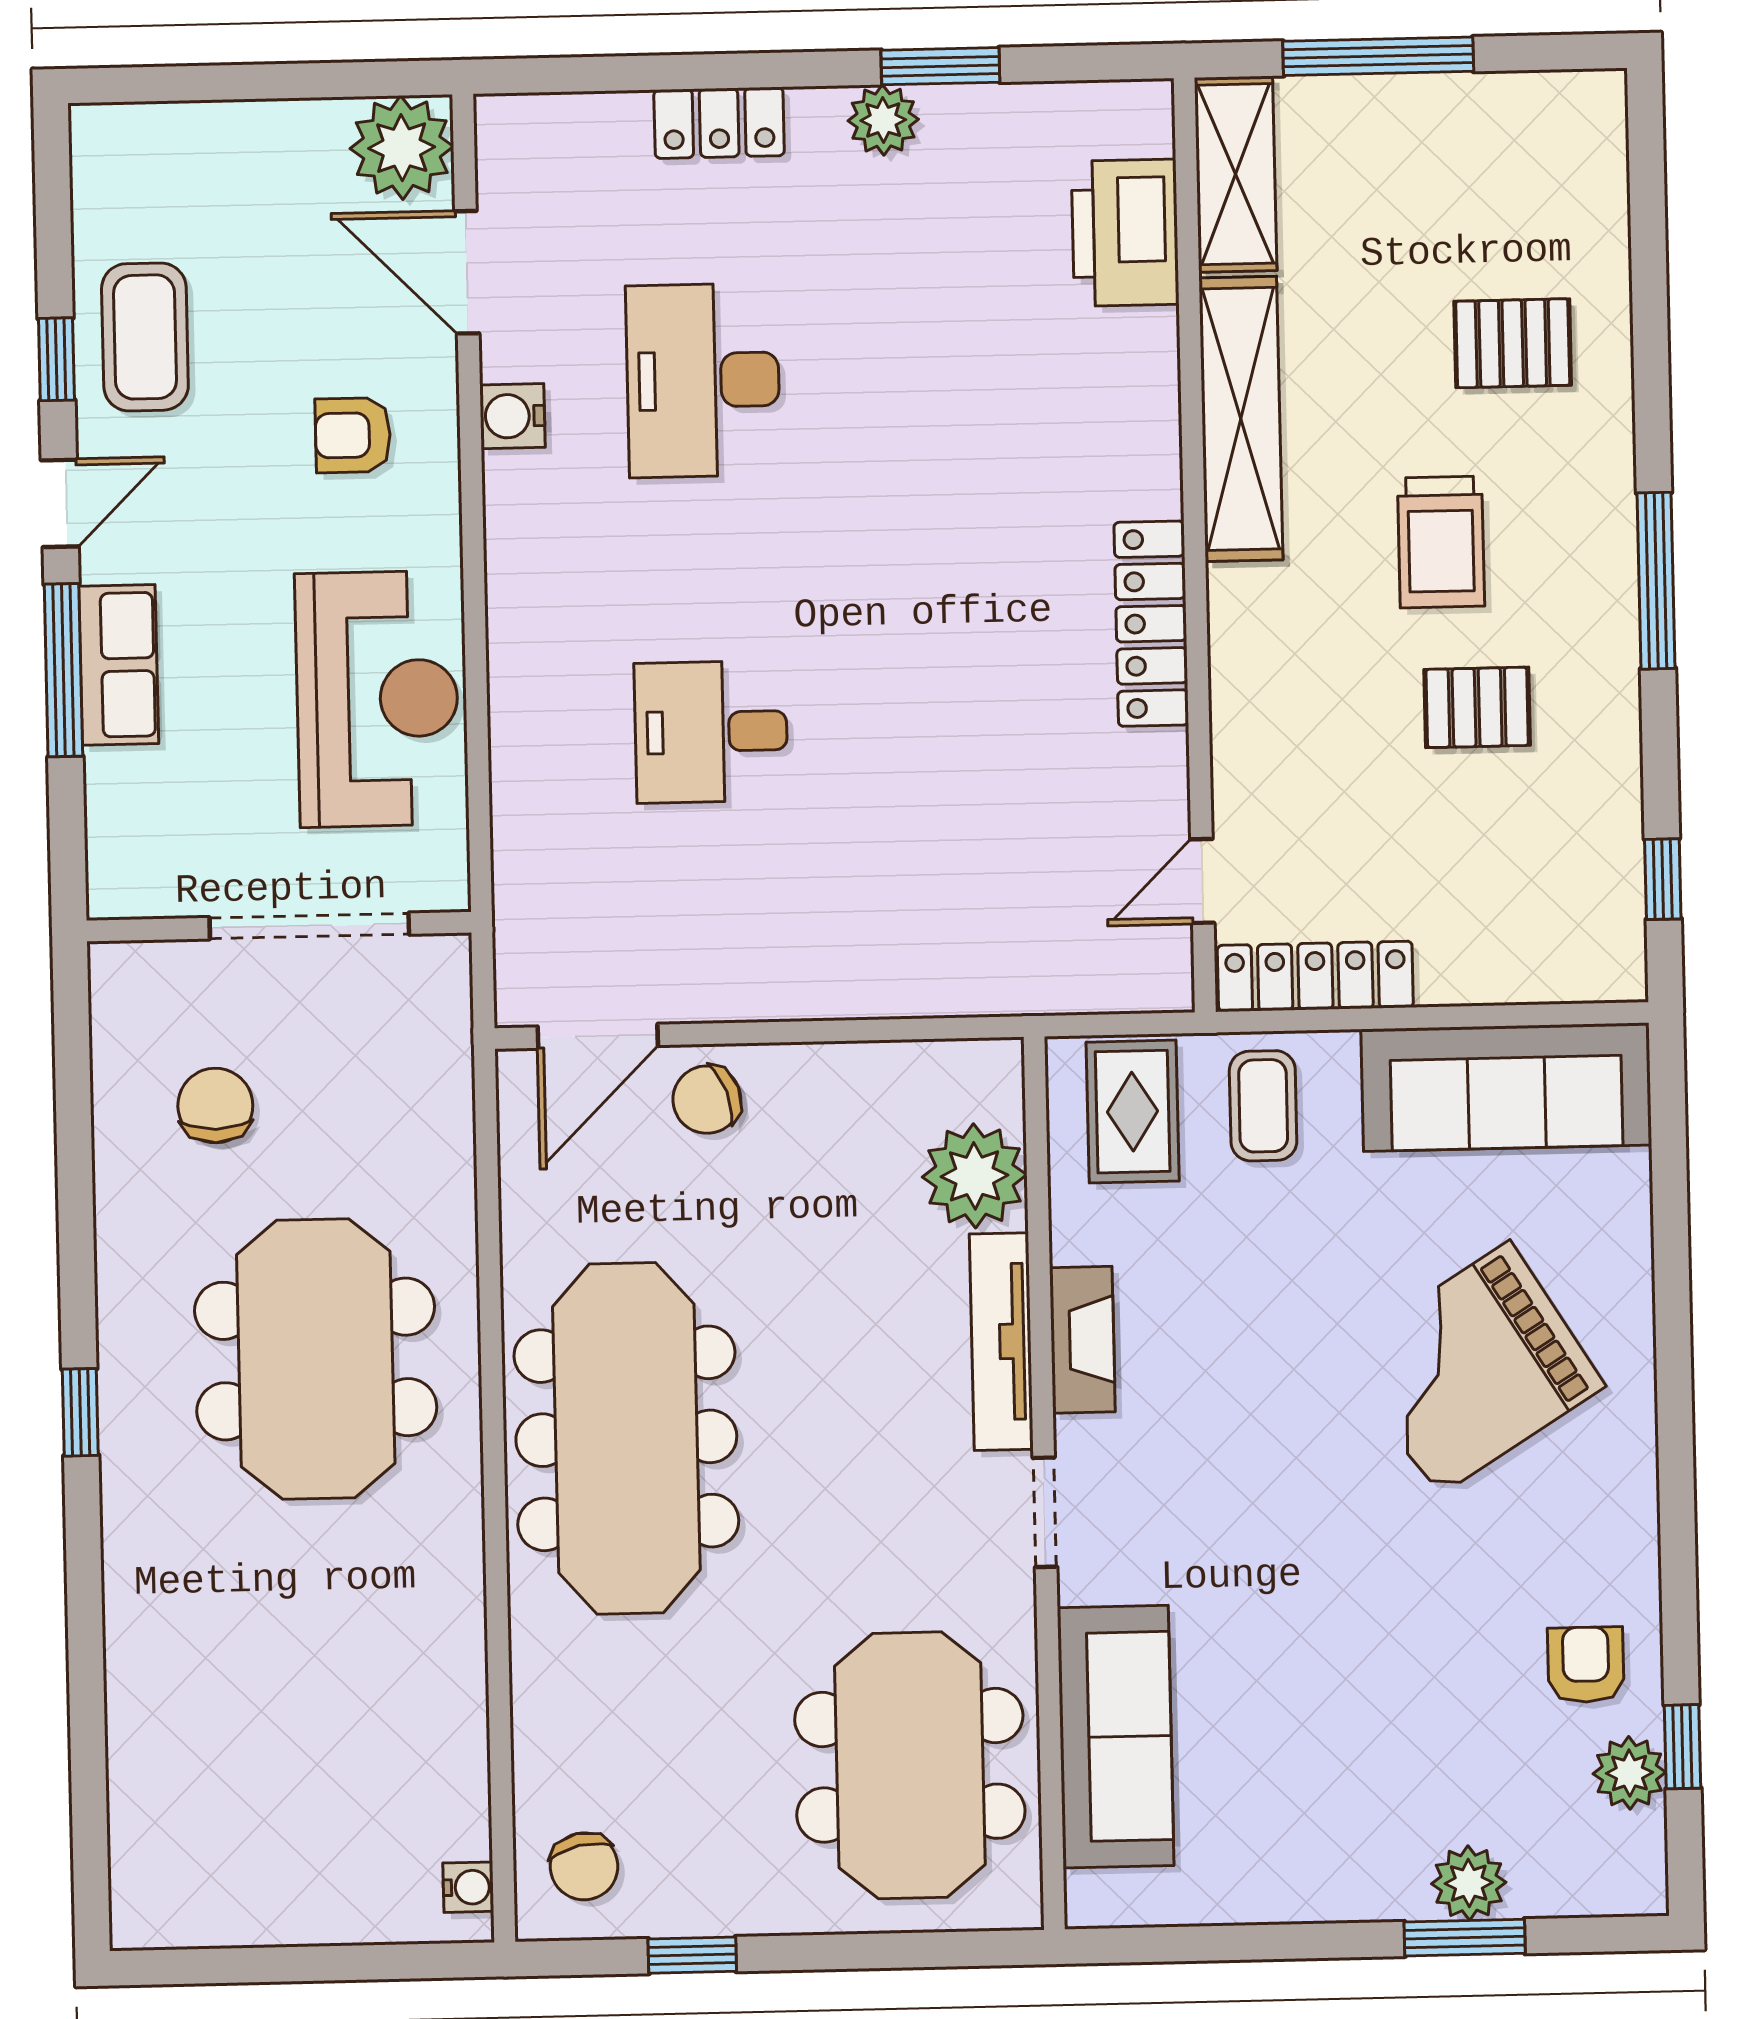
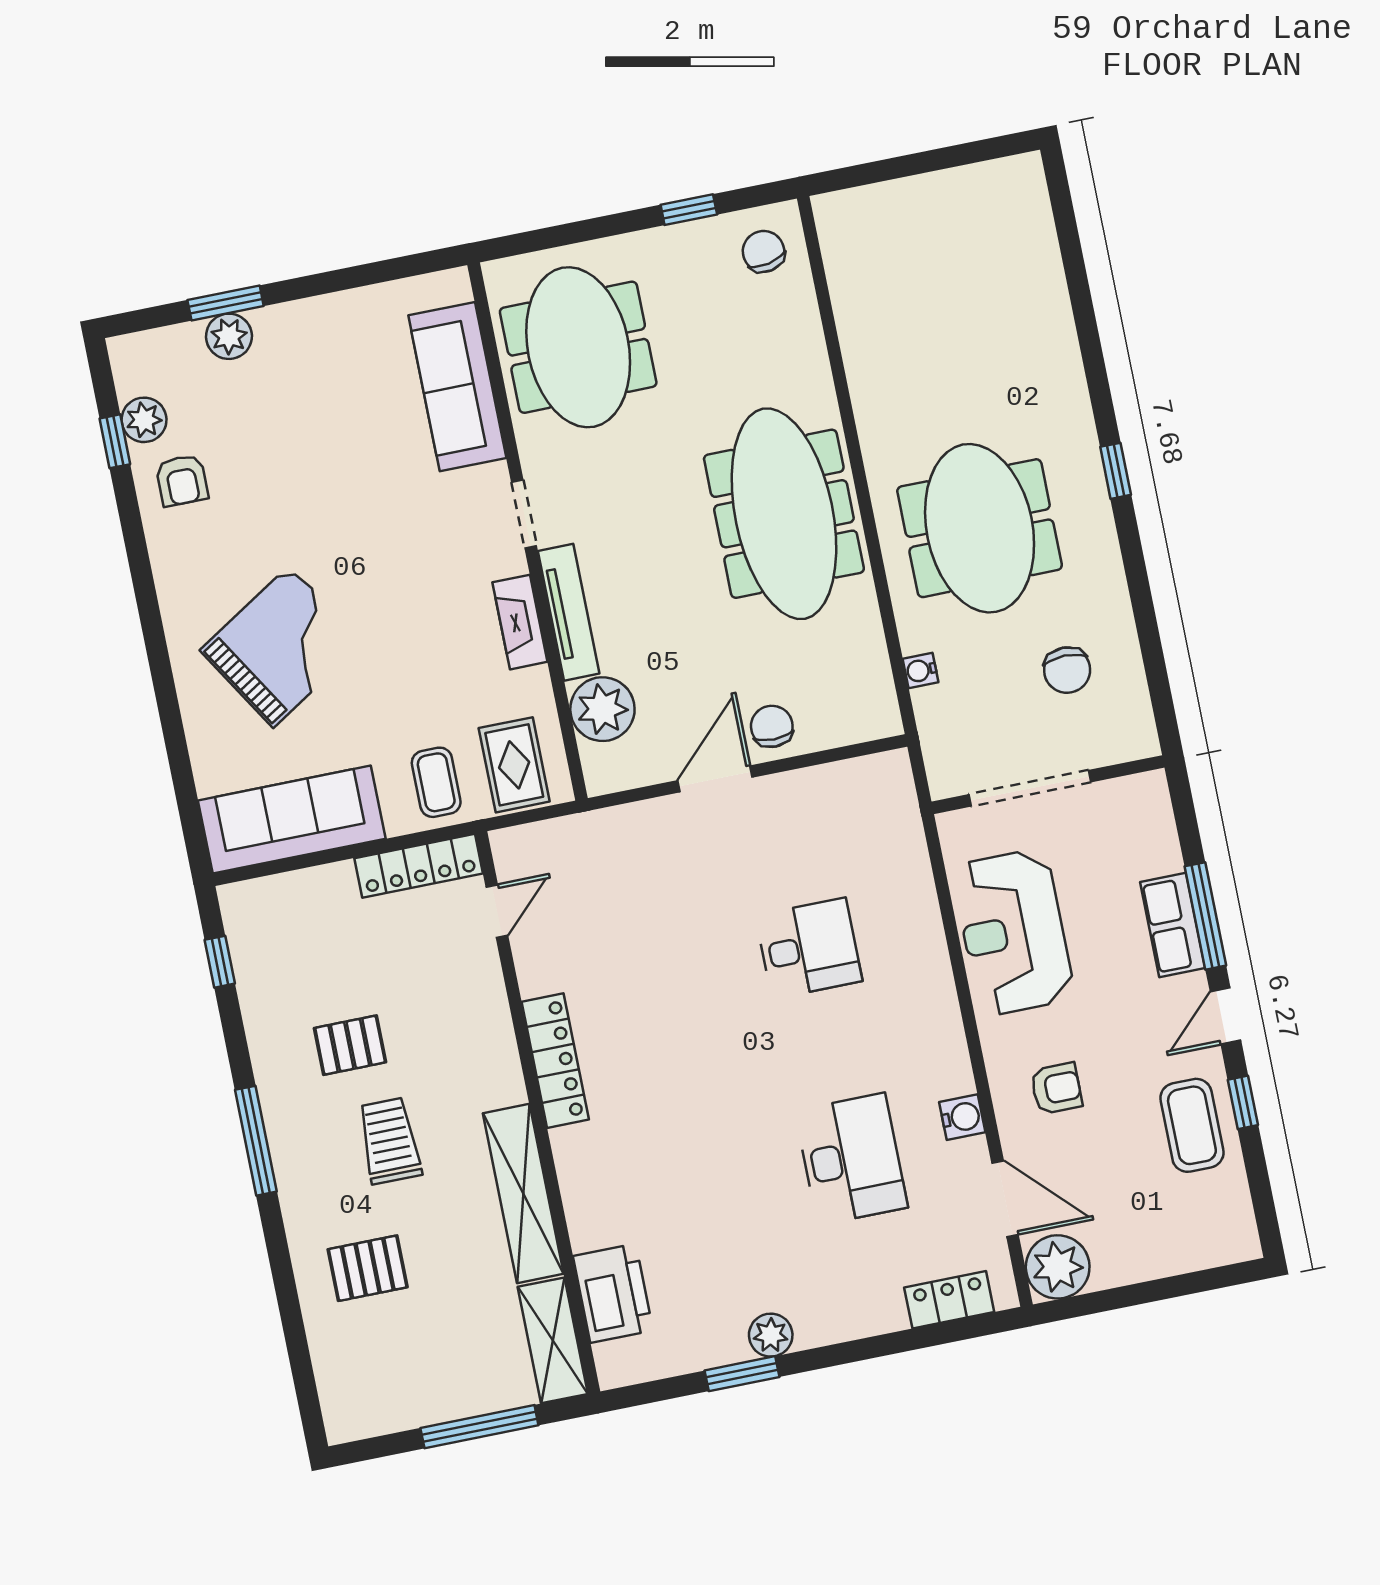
locker: (719, 123) -> (949, 1300), moved
door: (598, 1036) -> (715, 779), moved
chair: (707, 1100) -> (772, 726), turned -70
water cooler: (468, 1887) -> (920, 670), moved

